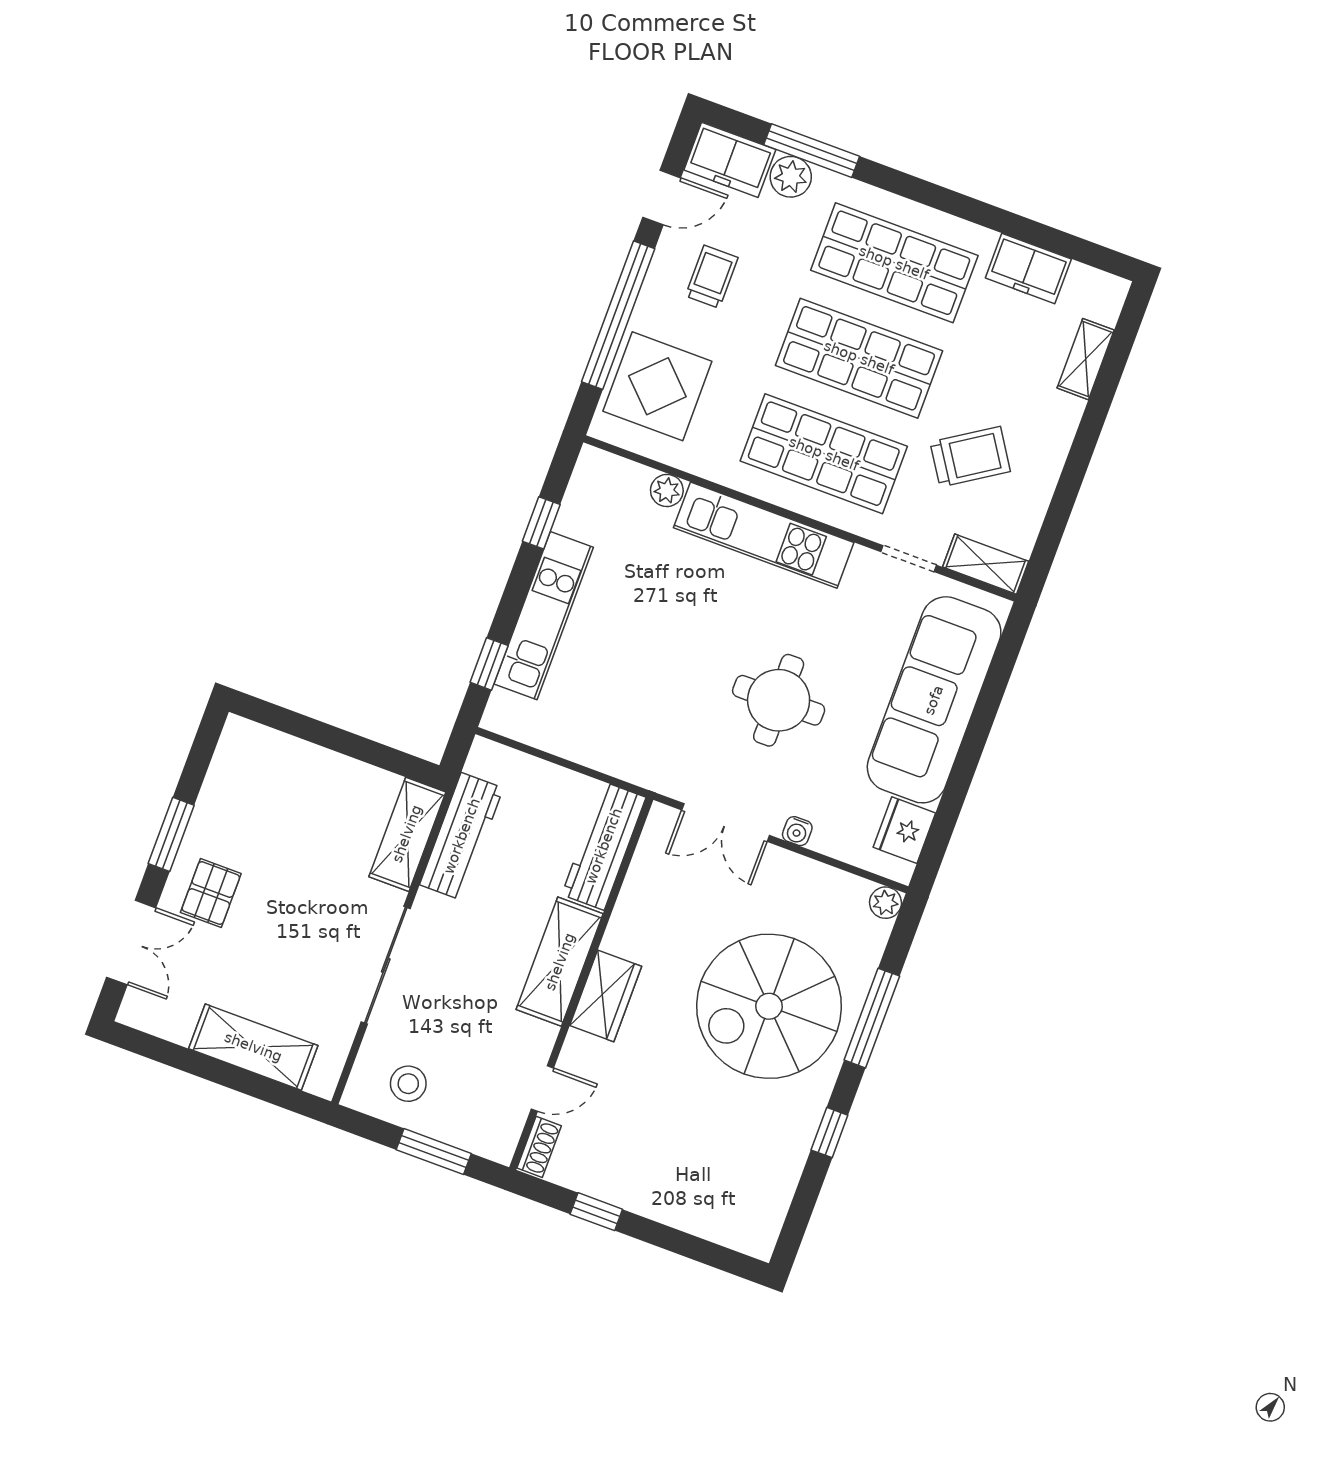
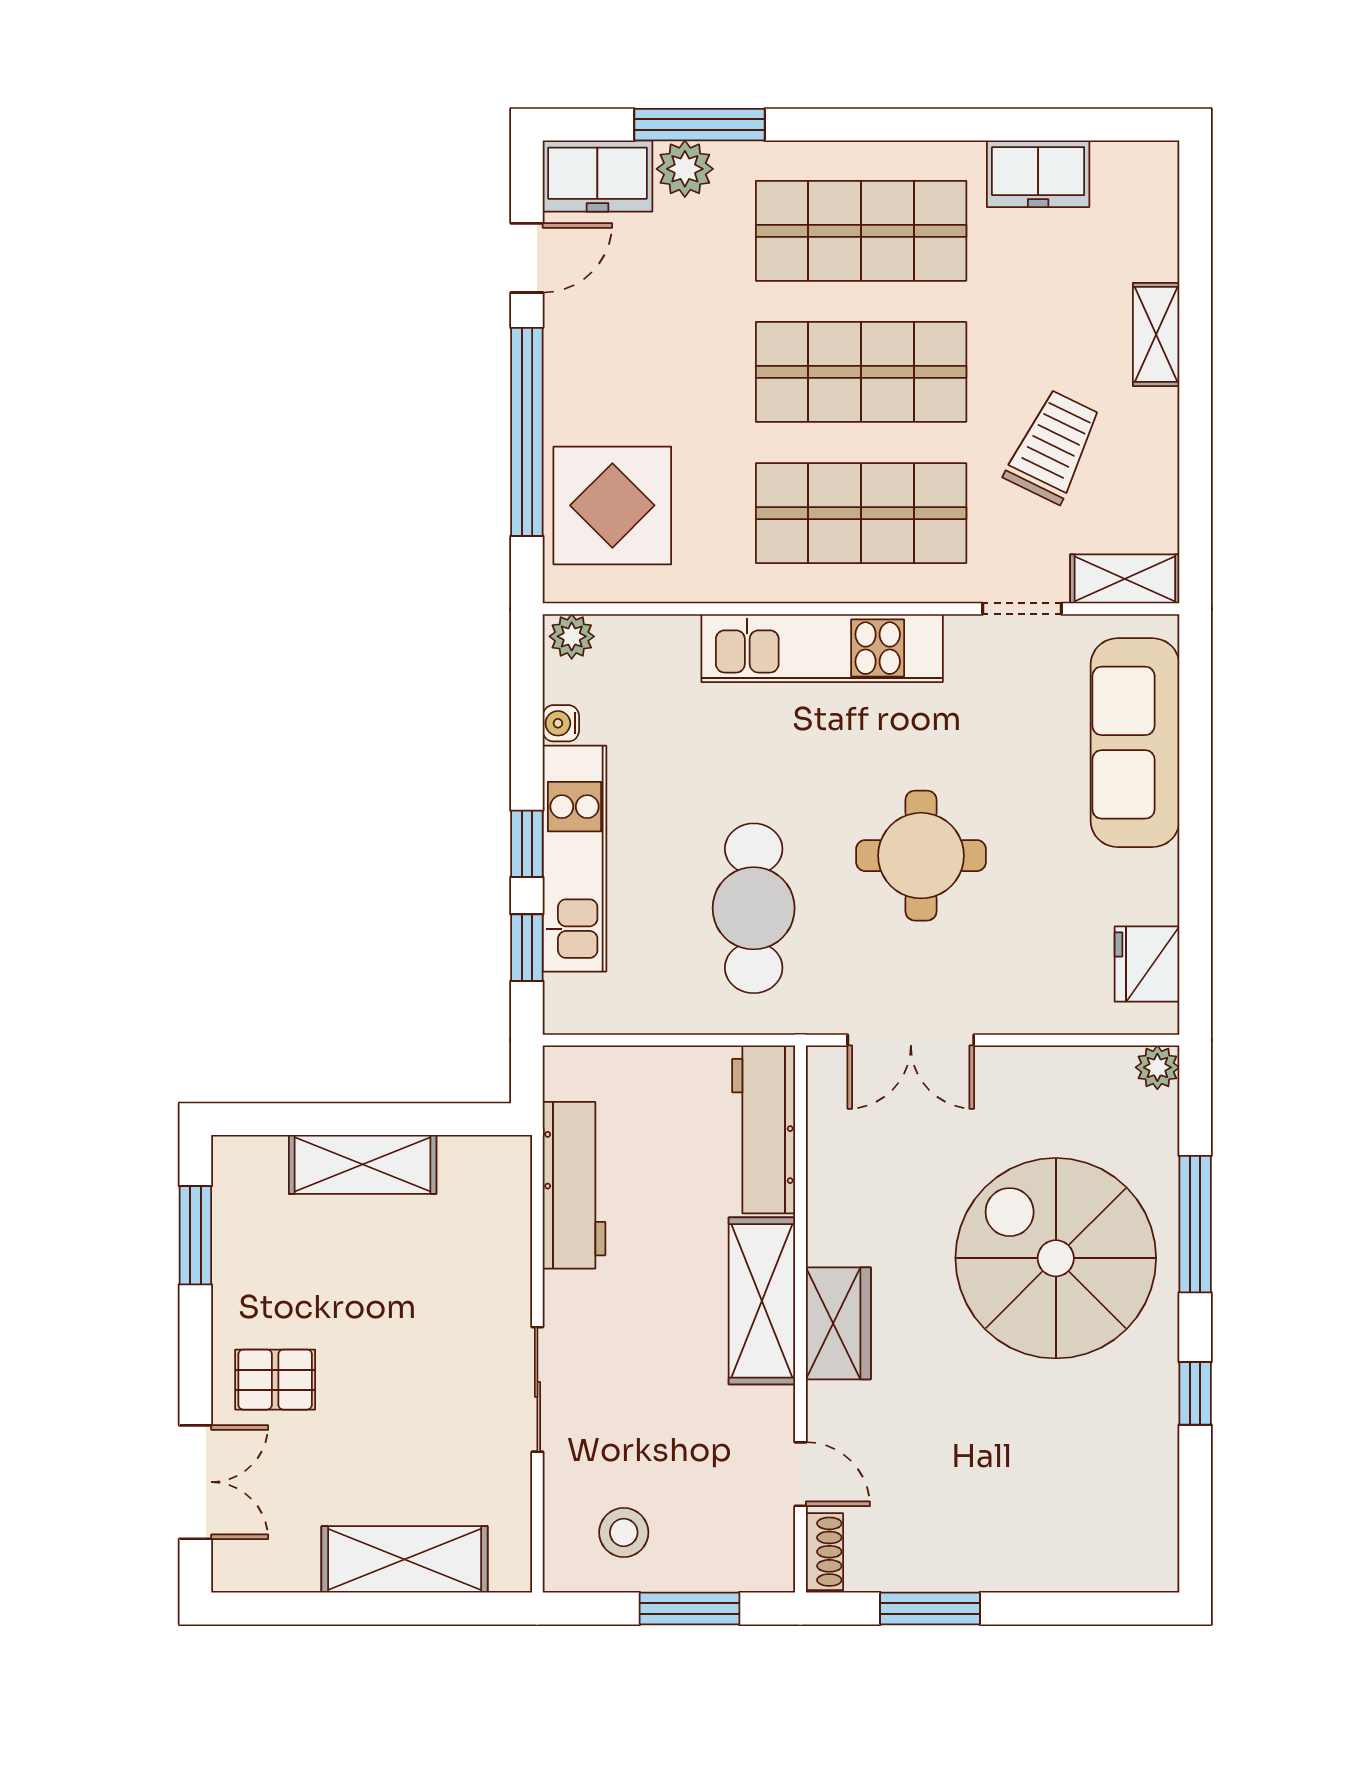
trolley: (712, 277) -> (630, 337), removed
shelving: (1086, 359) -> (1156, 334), moved
trolley: (970, 457) -> (1053, 447), turned -31
plant: (667, 490) -> (572, 636), moved
window: (541, 523) -> (527, 844), moved
cafe table: (652, 694) -> (754, 908), added
sofa: (934, 700) -> (1135, 743), width x0.74, depth x0.79
water cooler: (797, 831) -> (561, 723), moved, turned 90
window: (171, 834) -> (195, 1235), moved
shelving: (407, 834) -> (363, 1164), moved, turned 90
pallet: (211, 893) -> (275, 1380), turned 90
sliding door: (386, 965) -> (537, 1389), width x0.73
spiral stairs: (769, 1006) -> (1056, 1258), turned 90
door: (542, 1088) -> (801, 1474), hinge flipped
window: (596, 1212) -> (930, 1609), width x1.50

